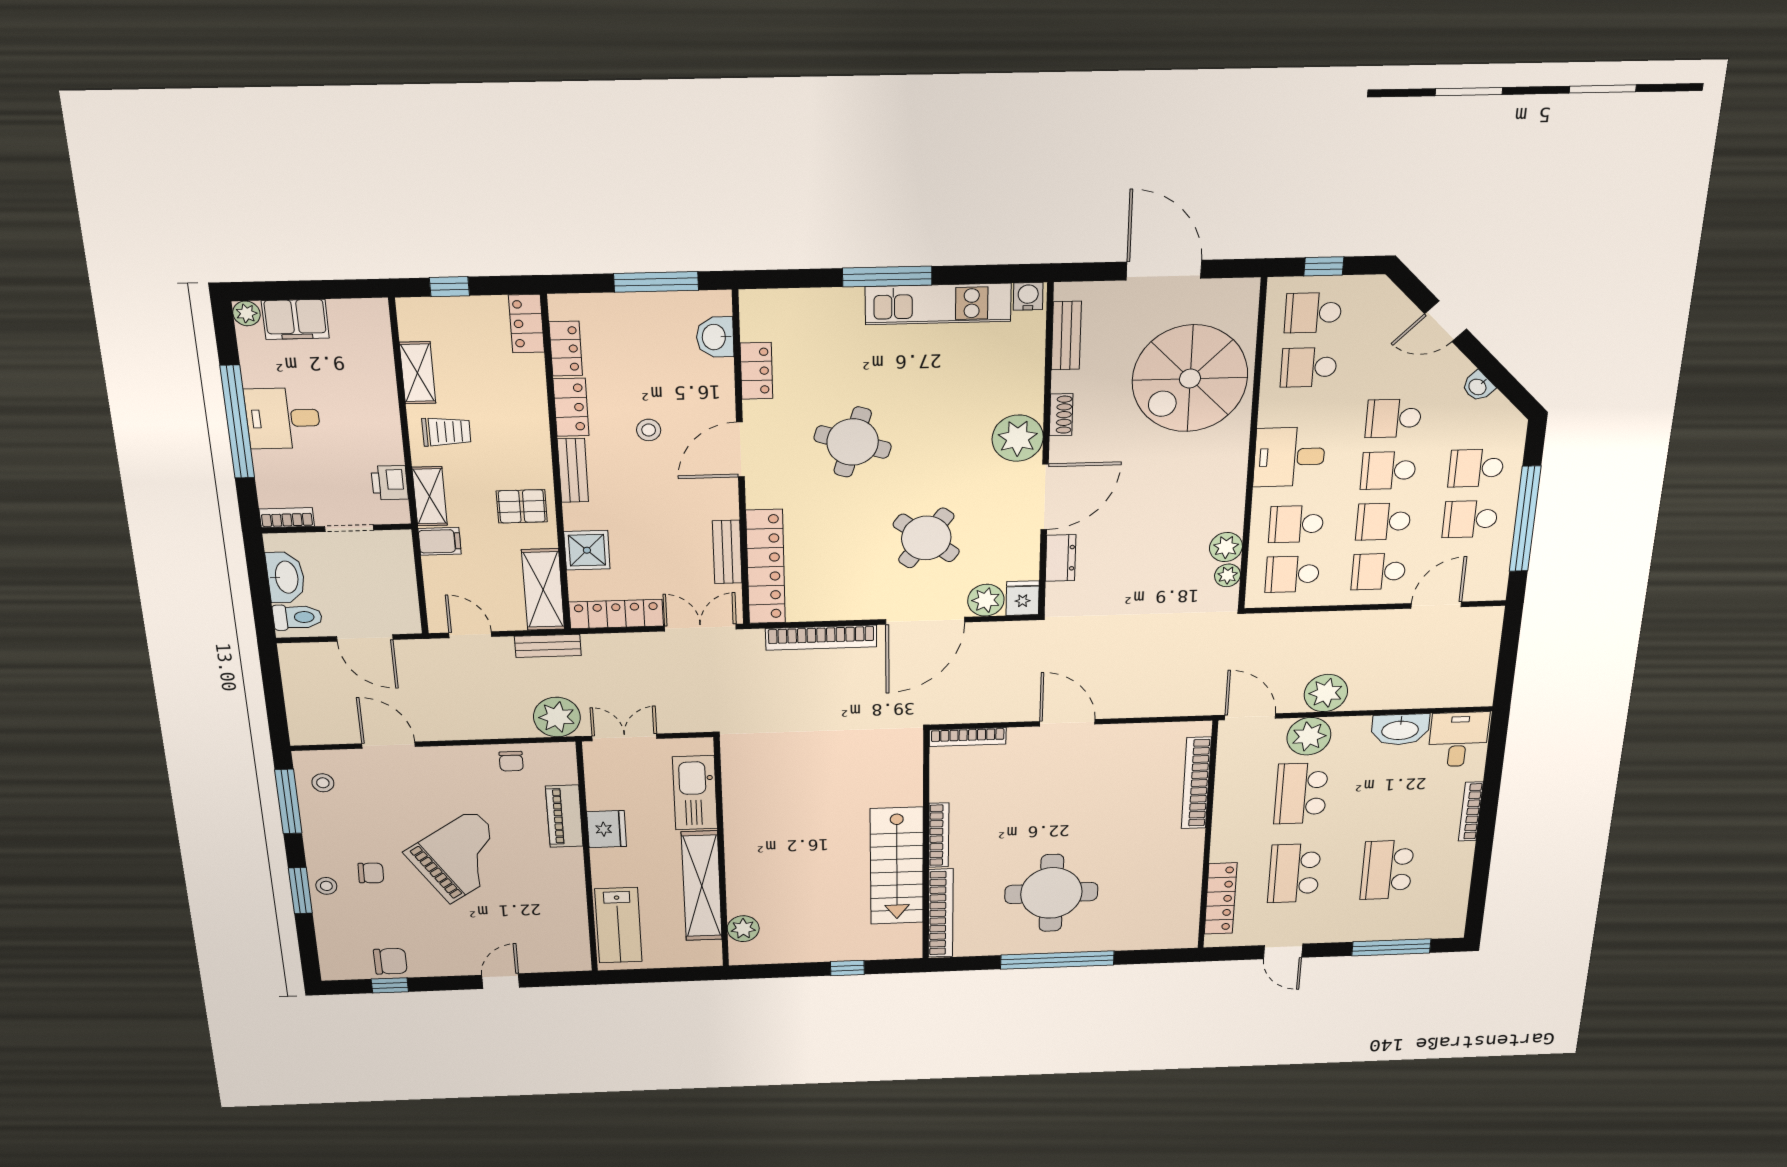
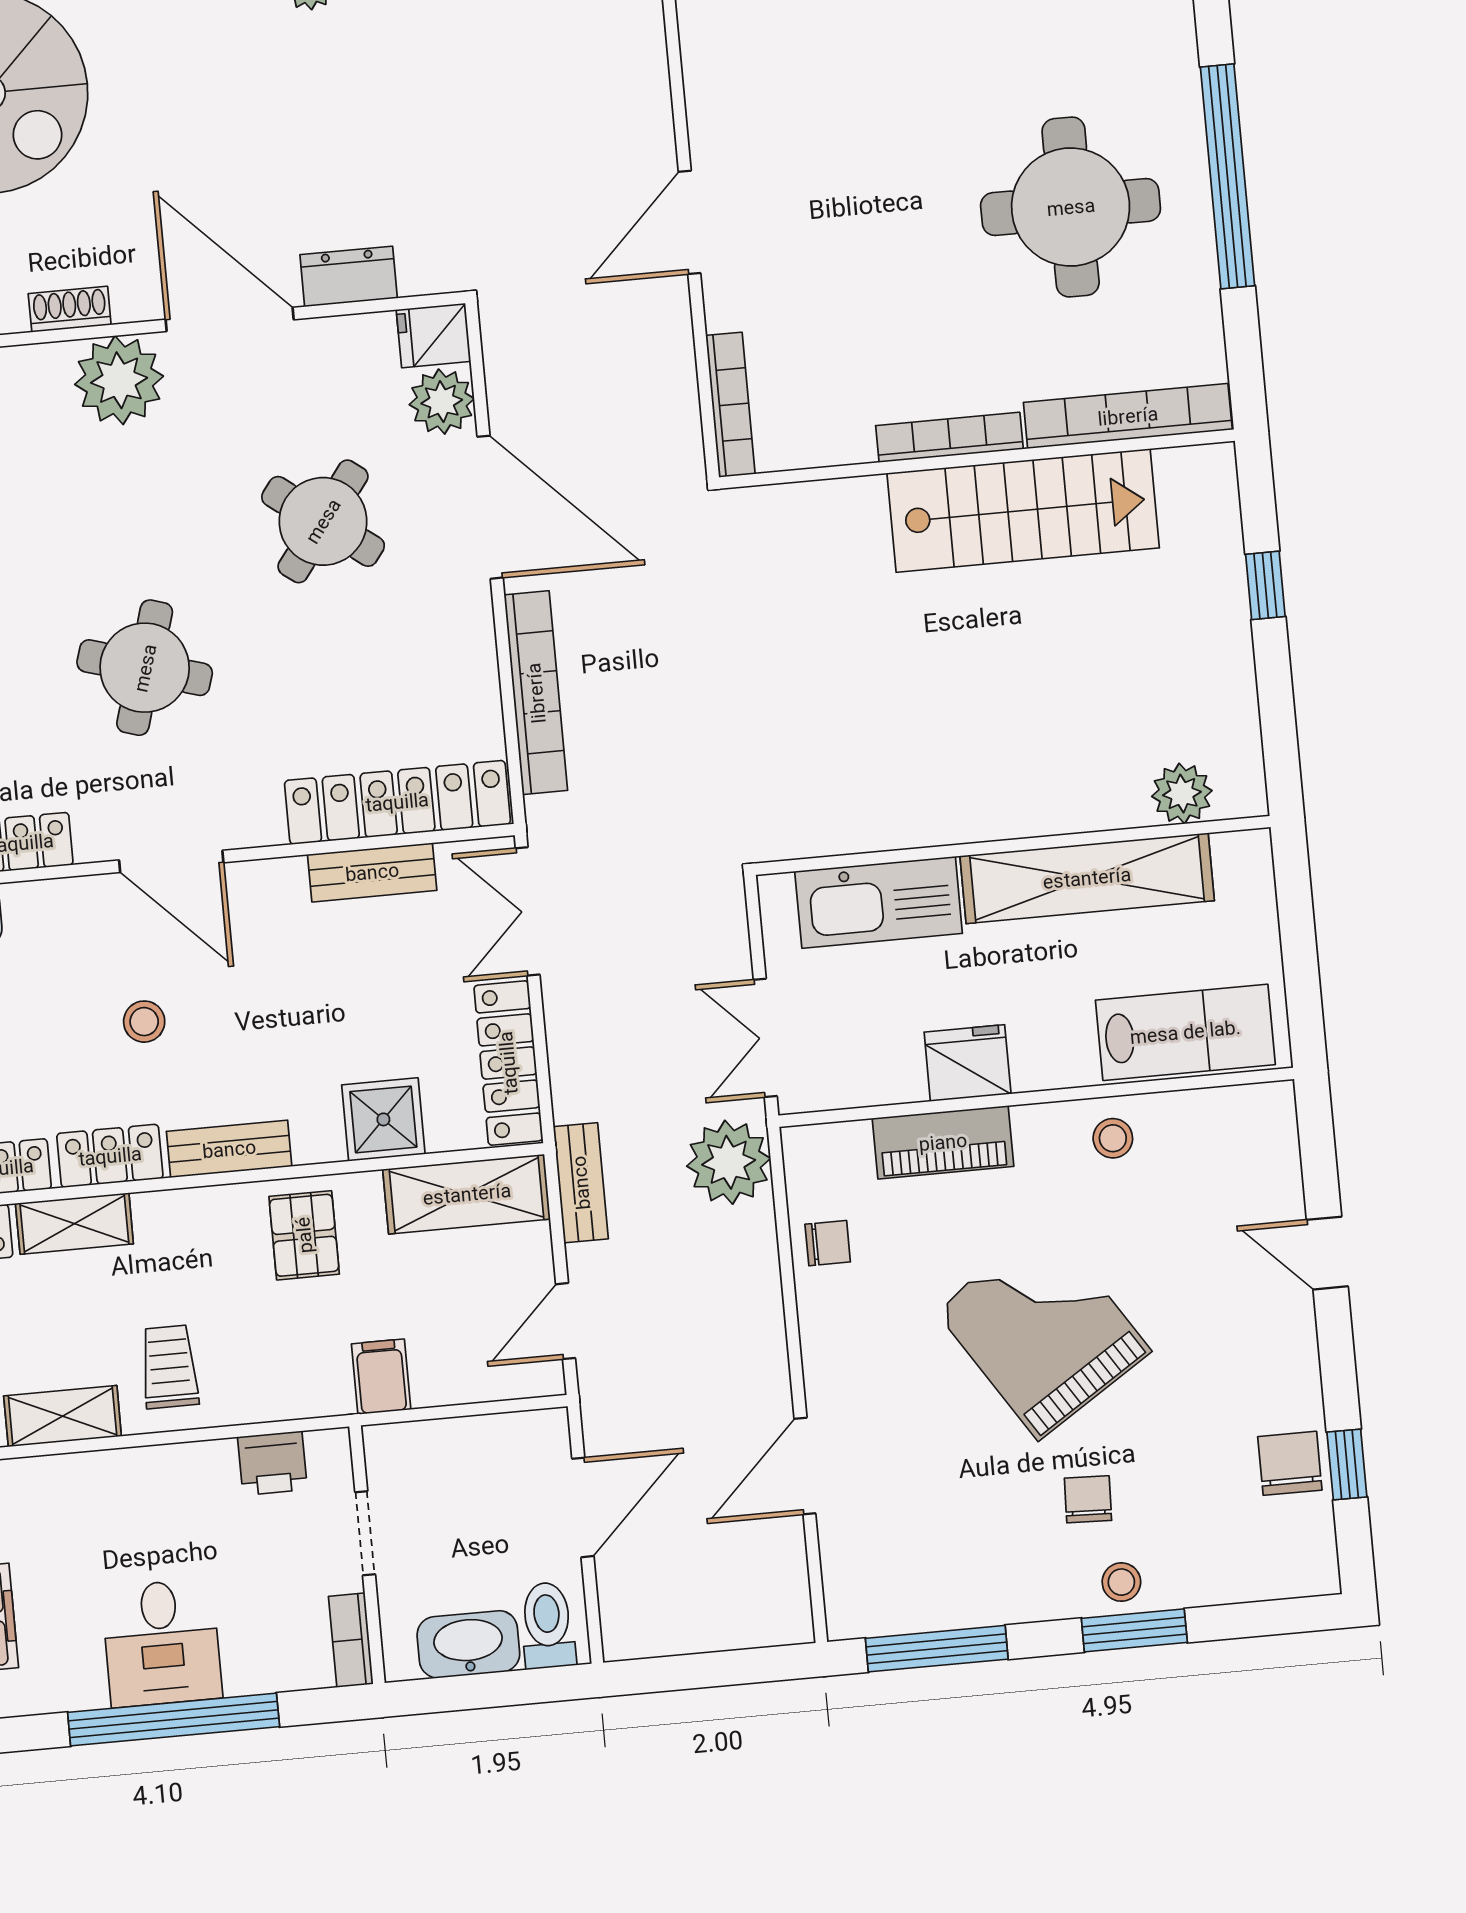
shelving: (430, 496) -> (74, 1224), moved
stool: (323, 783) -> (1113, 1138), moved

